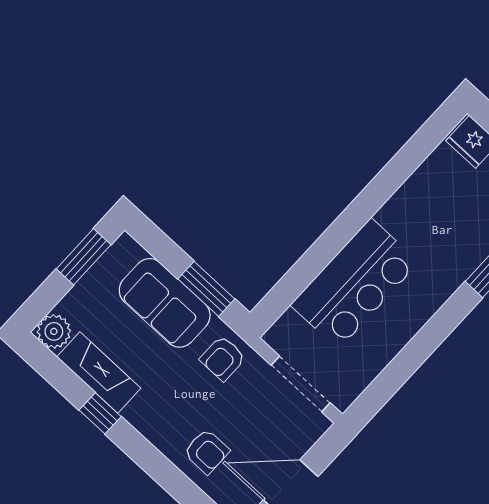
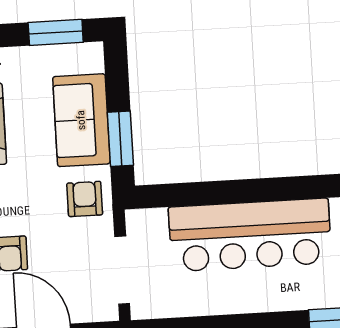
bar counter: (355, 284) -> (250, 235), width x1.36
armchair: (223, 358) -> (85, 199), turned 90

